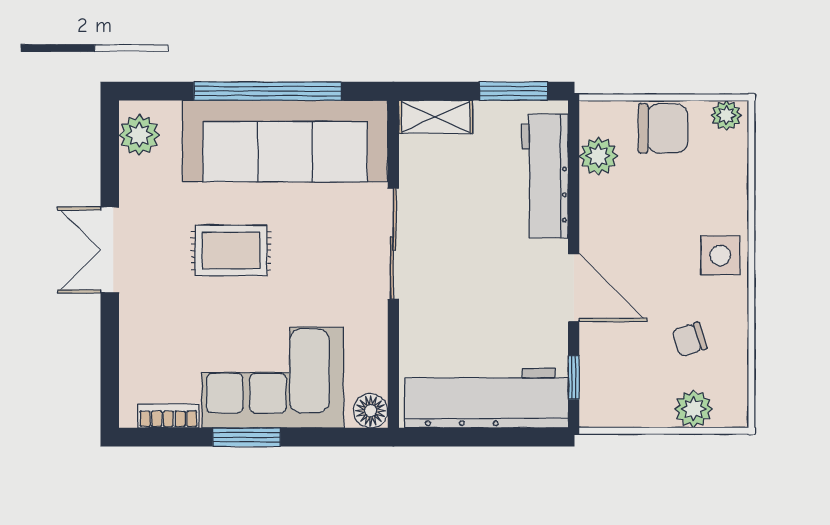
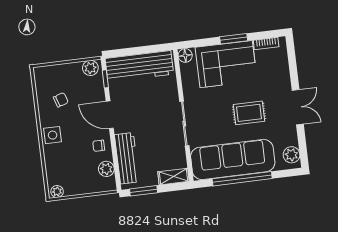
chair: (663, 128) -> (99, 146), moved, width x0.54, depth x0.54
plant: (694, 409) -> (90, 68), moved

